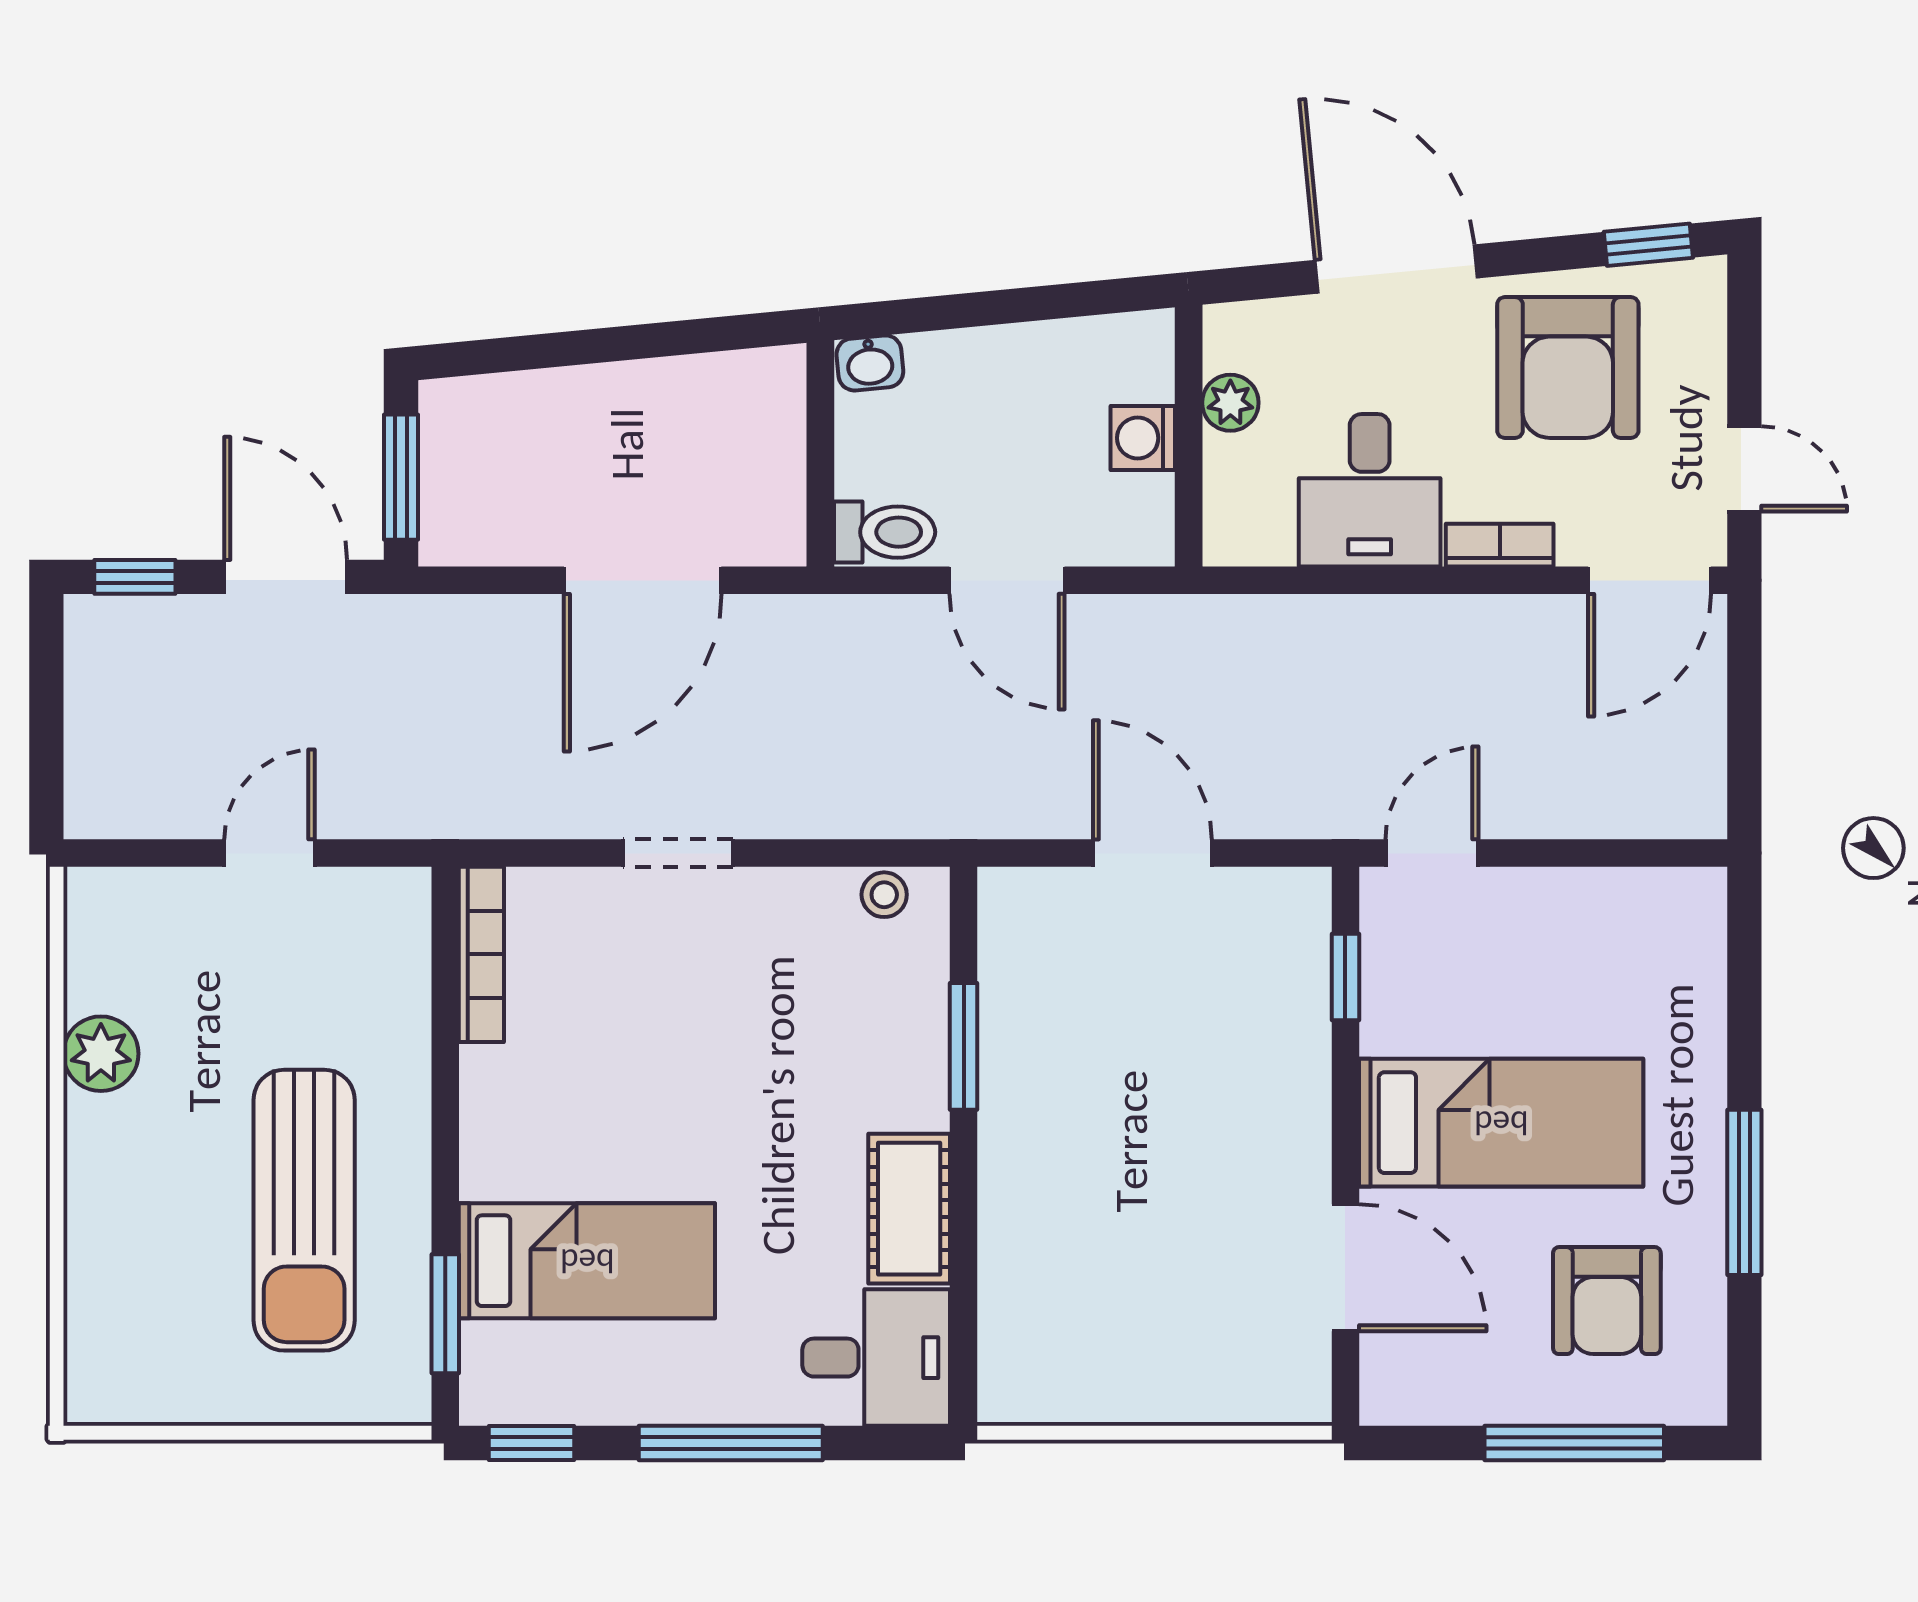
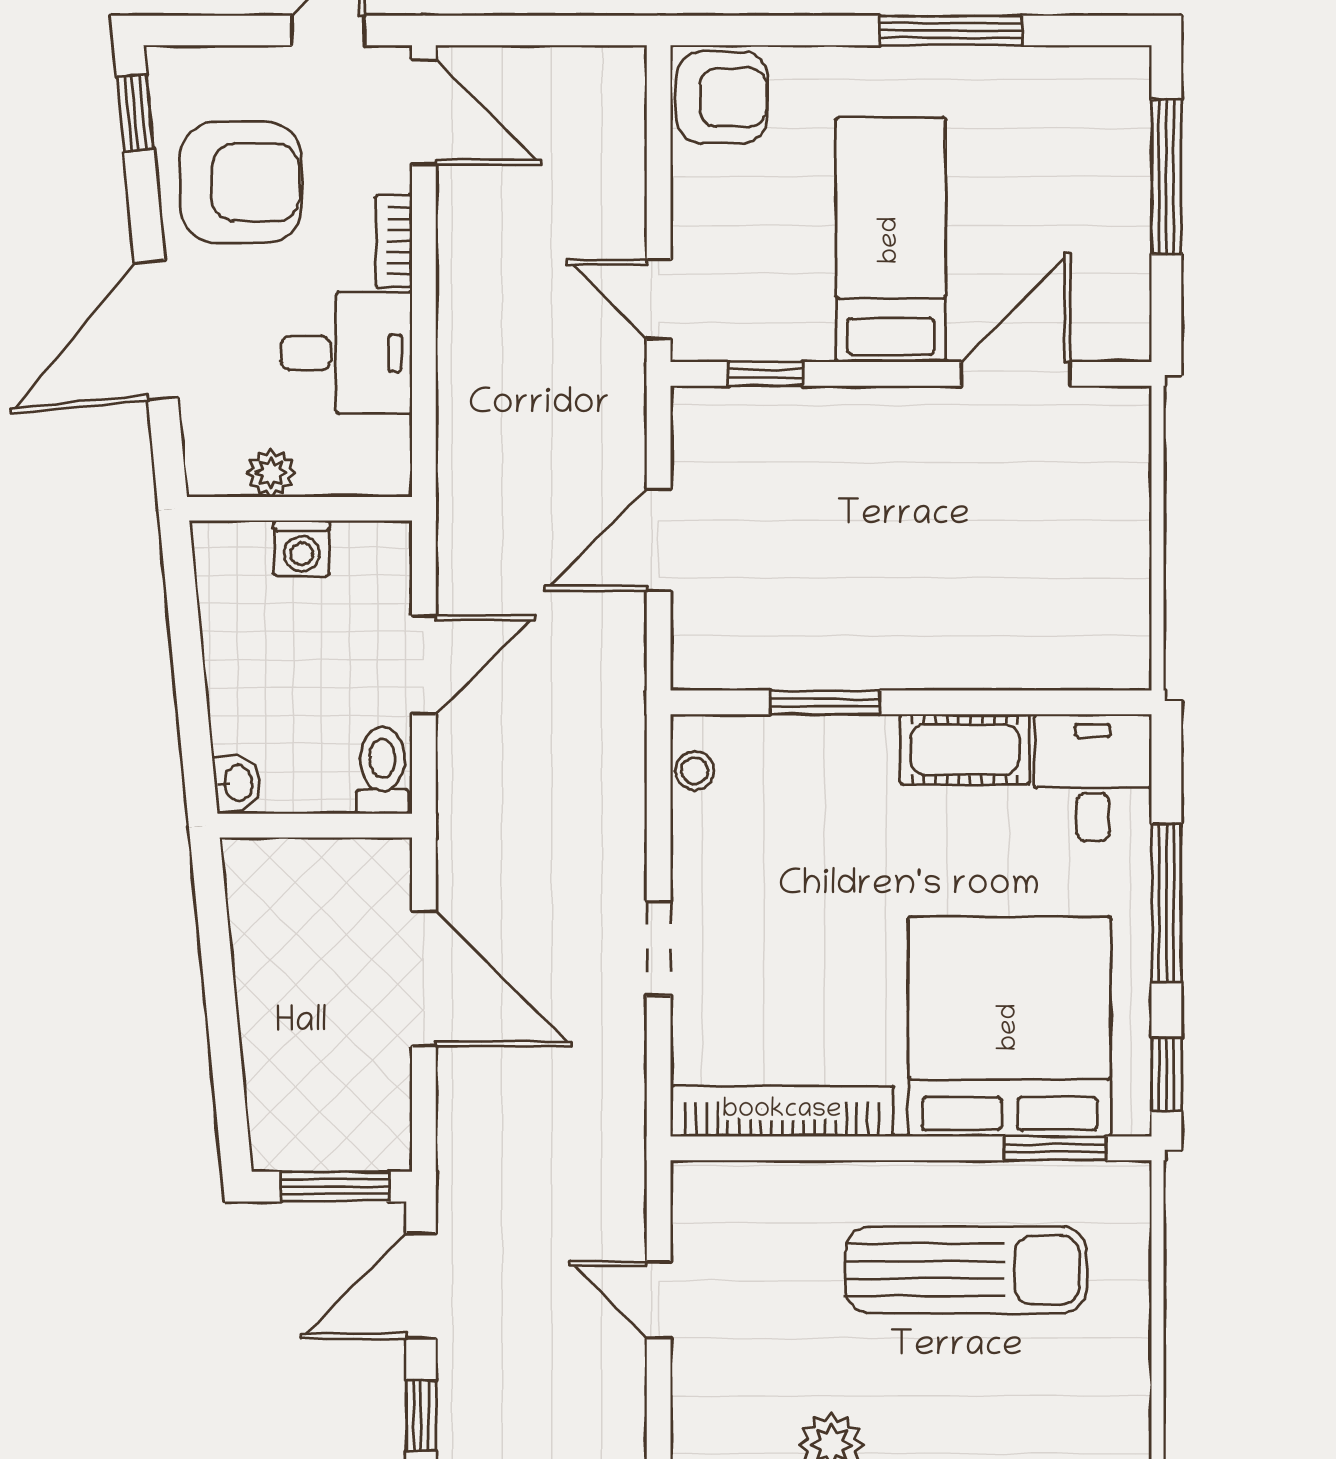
bookcase: (481, 954) -> (782, 1111), width x1.48, depth x1.31
bed: (587, 1261) -> (1010, 1027), width x2.04
armchair: (1607, 1301) -> (722, 97), moved

